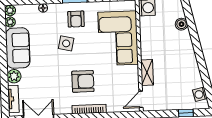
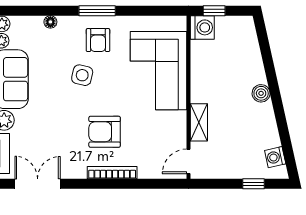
boiler: (181, 24) -> (261, 93), moved
armchair: (83, 81) -> (105, 132), turned 180

